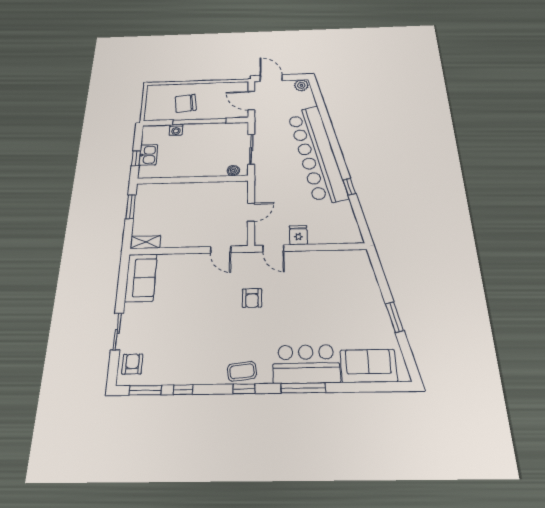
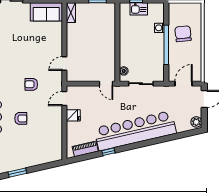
door: (251, 212) -> (106, 84), moved
piano: (348, 218) -> (85, 149), added
armchair: (306, 313) -> (21, 118), added

